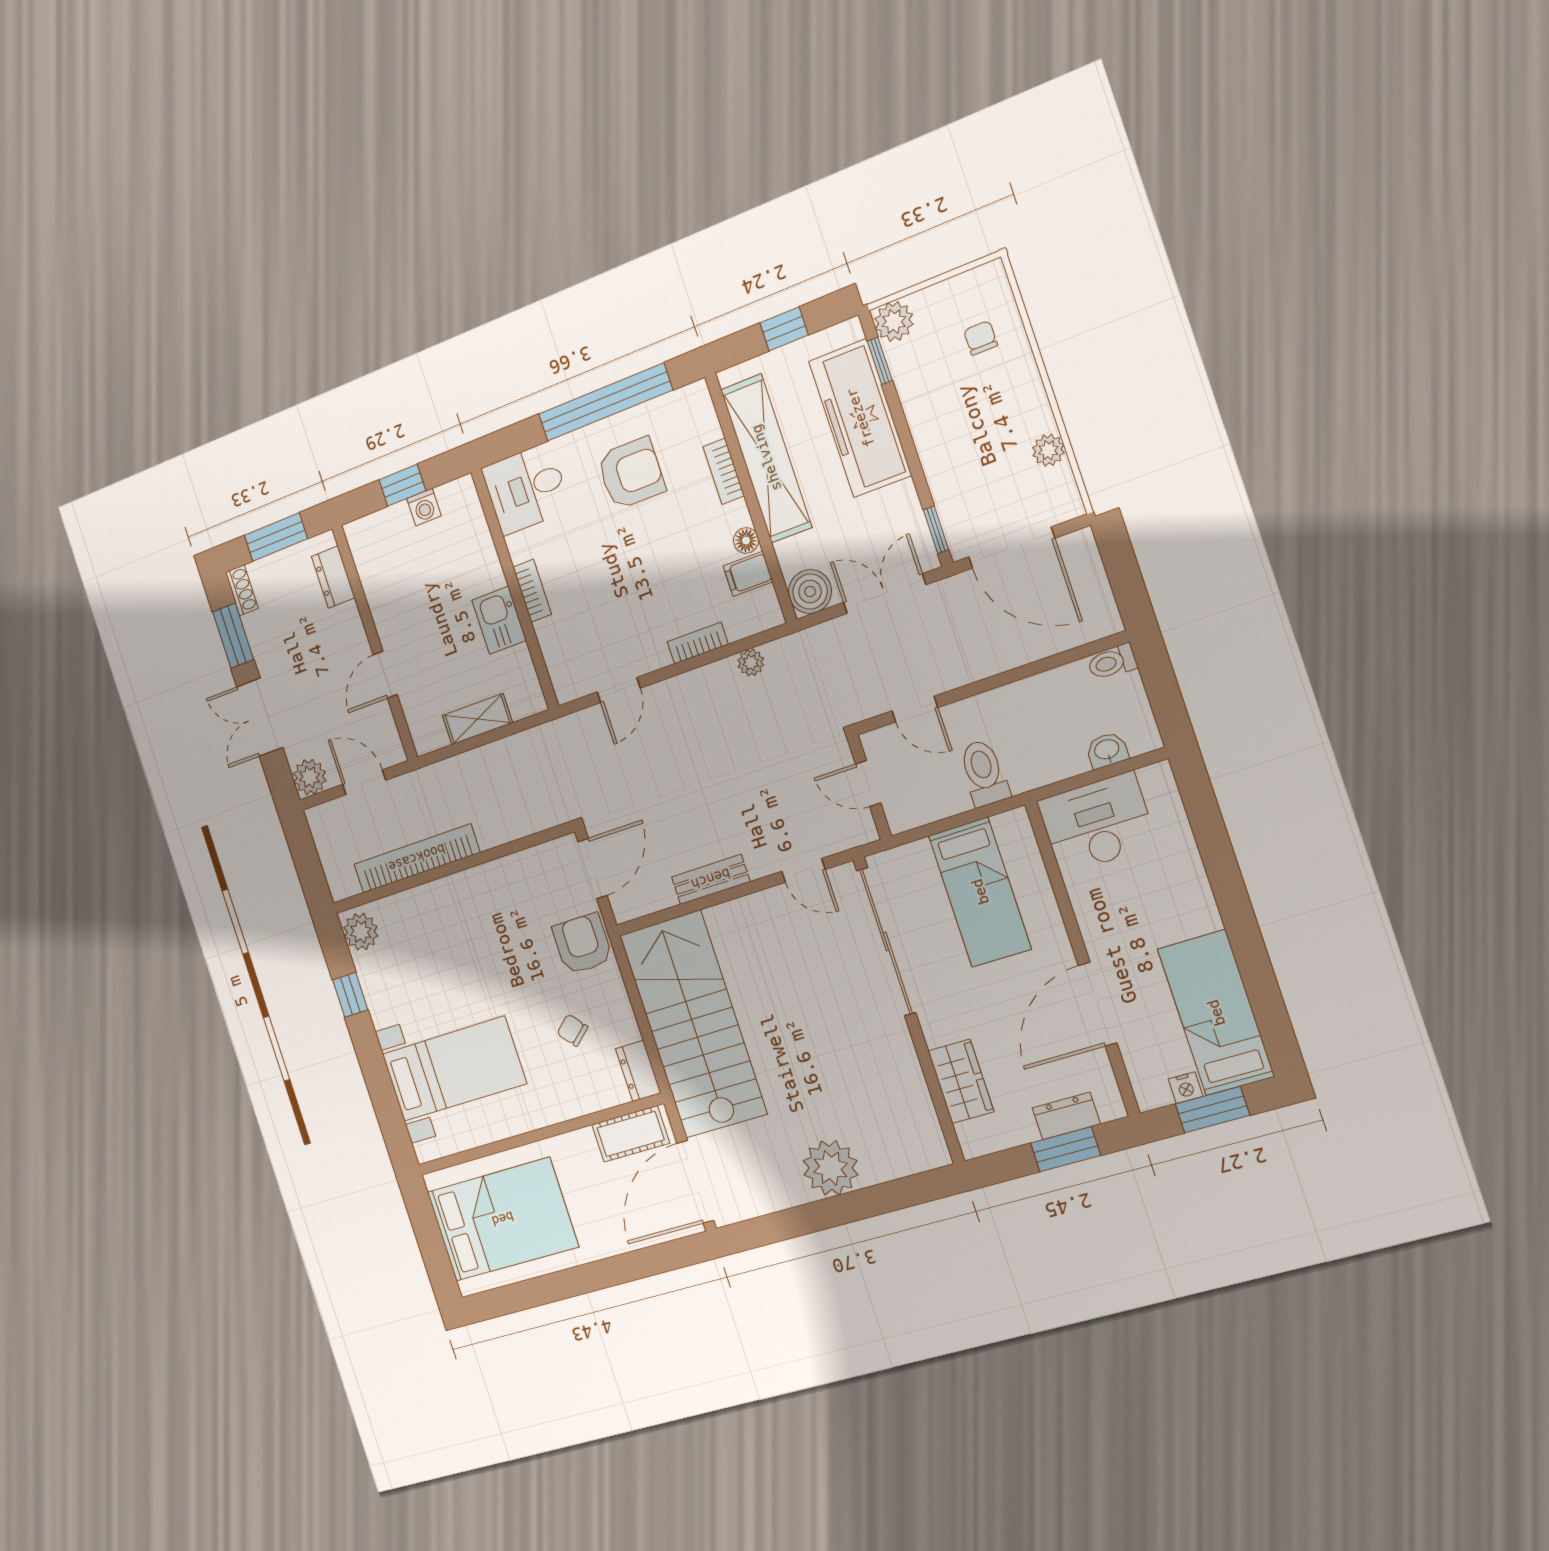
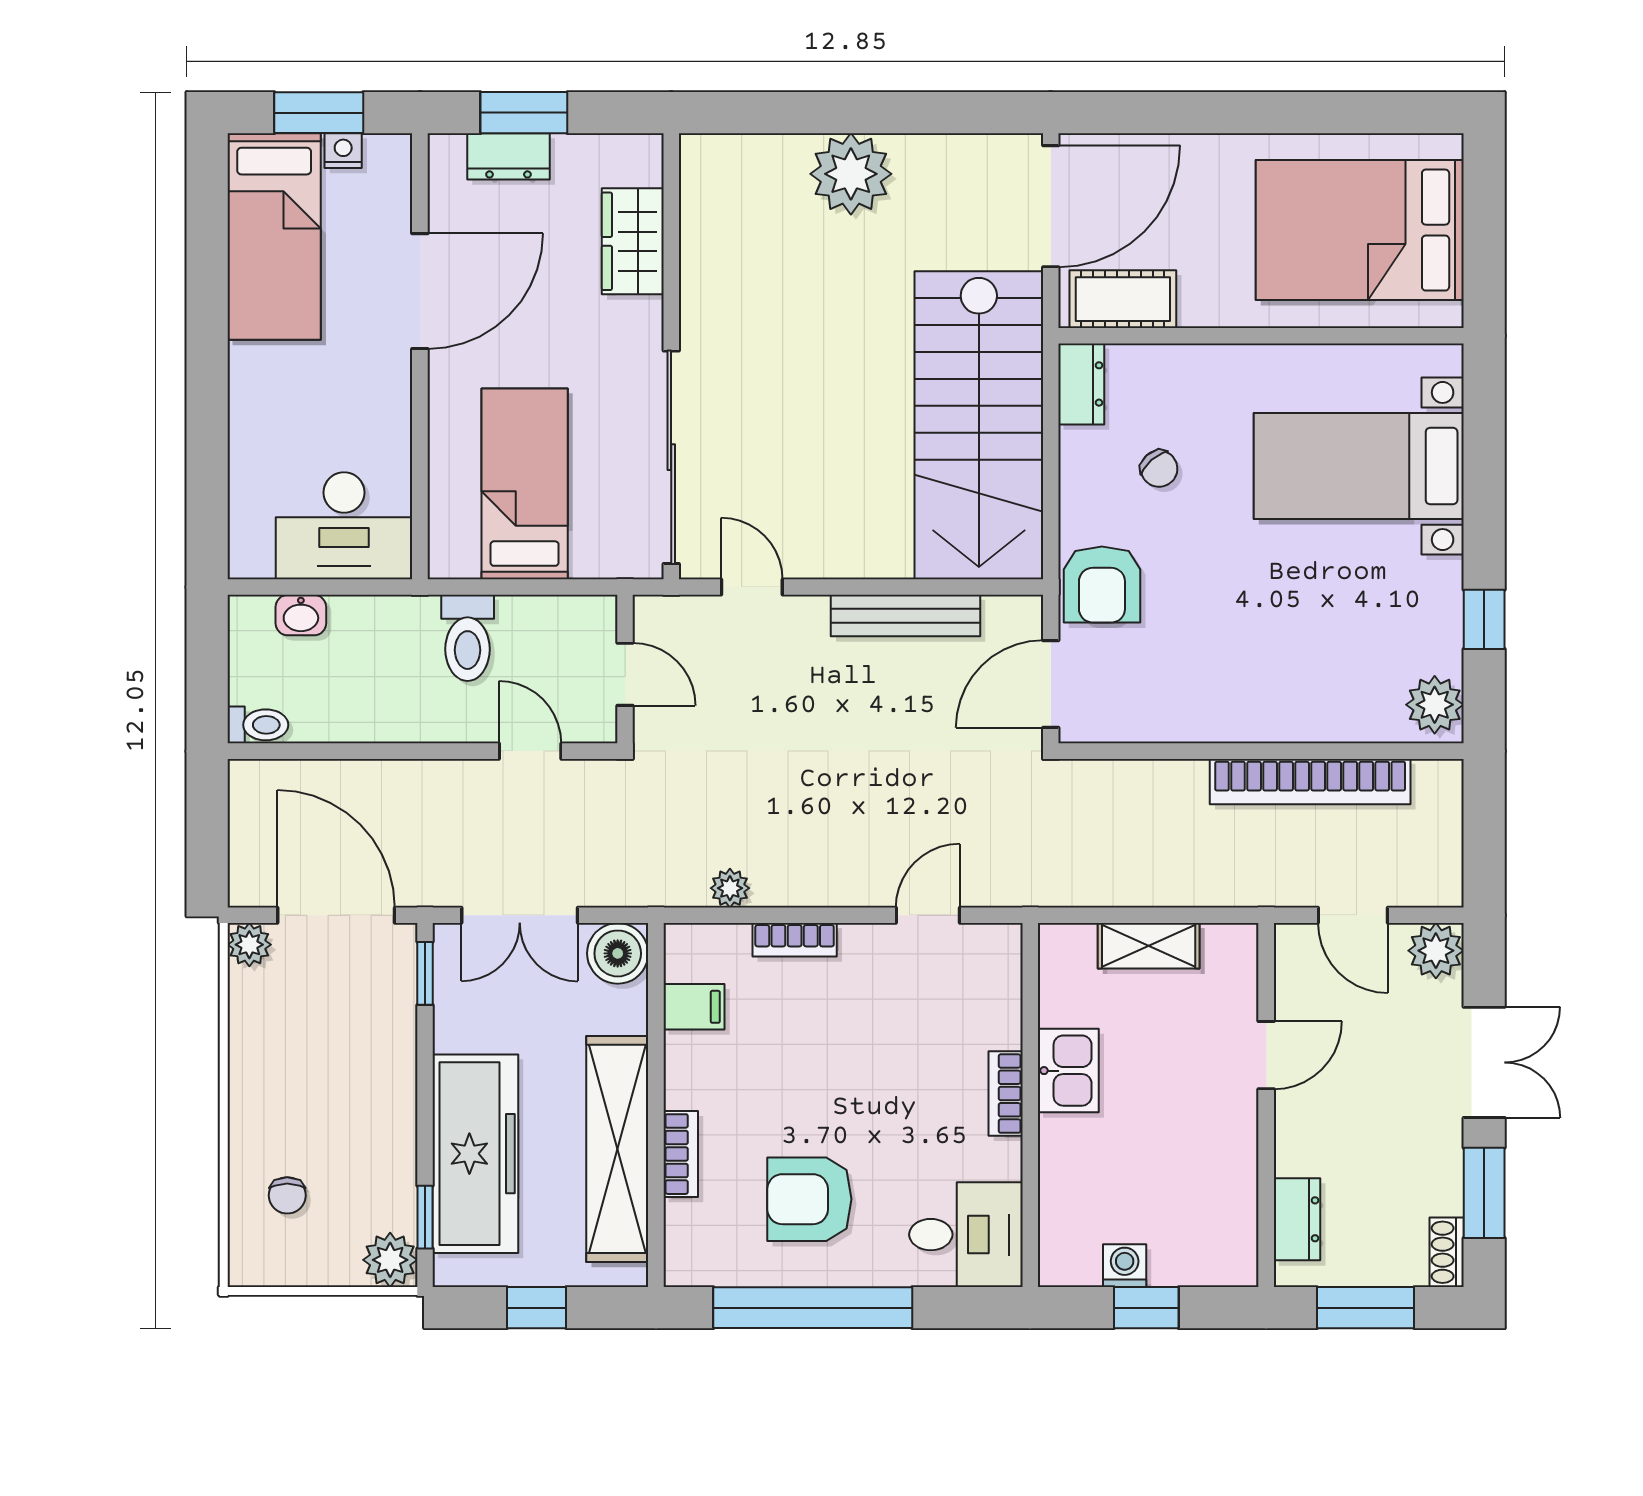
plant: (1048, 450) -> (249, 945), moved
floor lamp: (746, 541) -> (681, 1052), removed
bench: (711, 879) -> (906, 616), width x1.36

